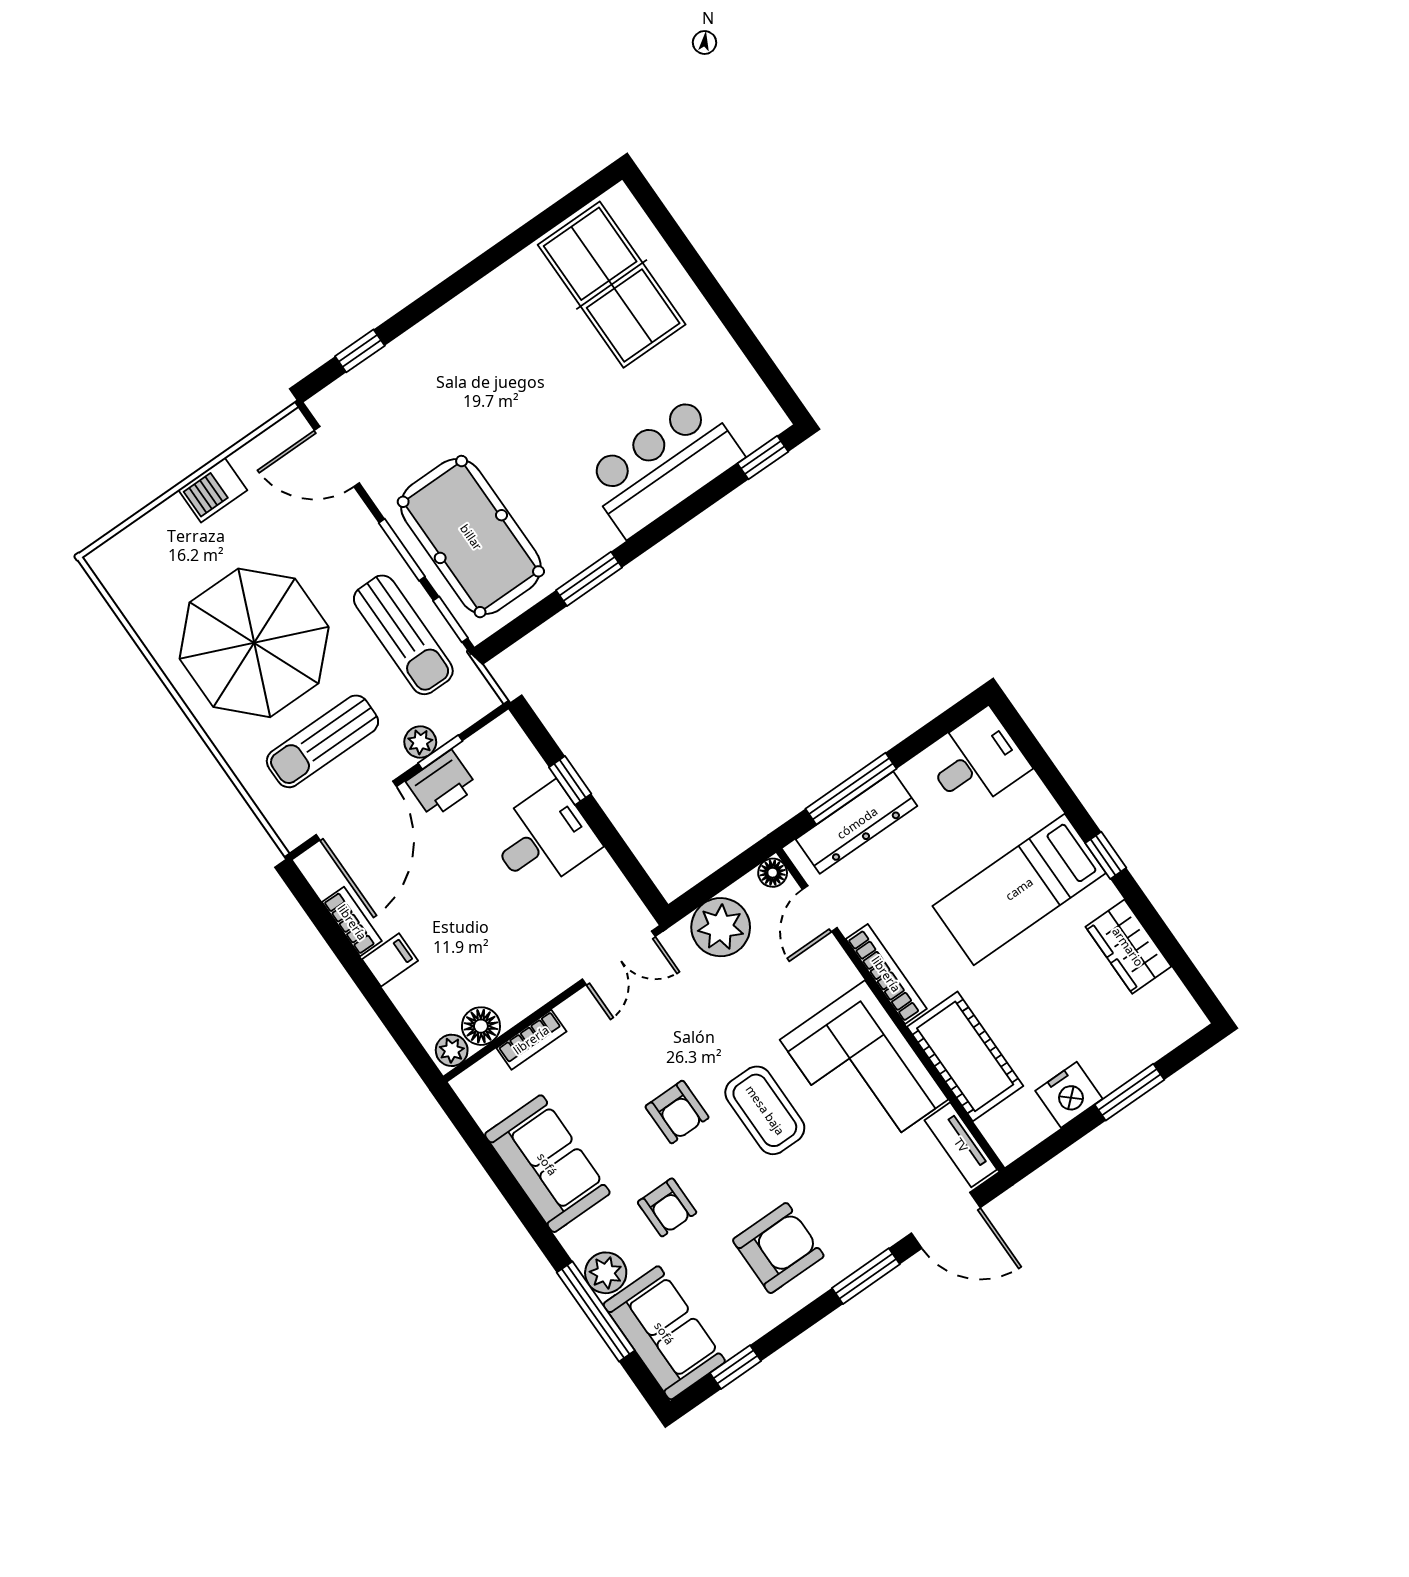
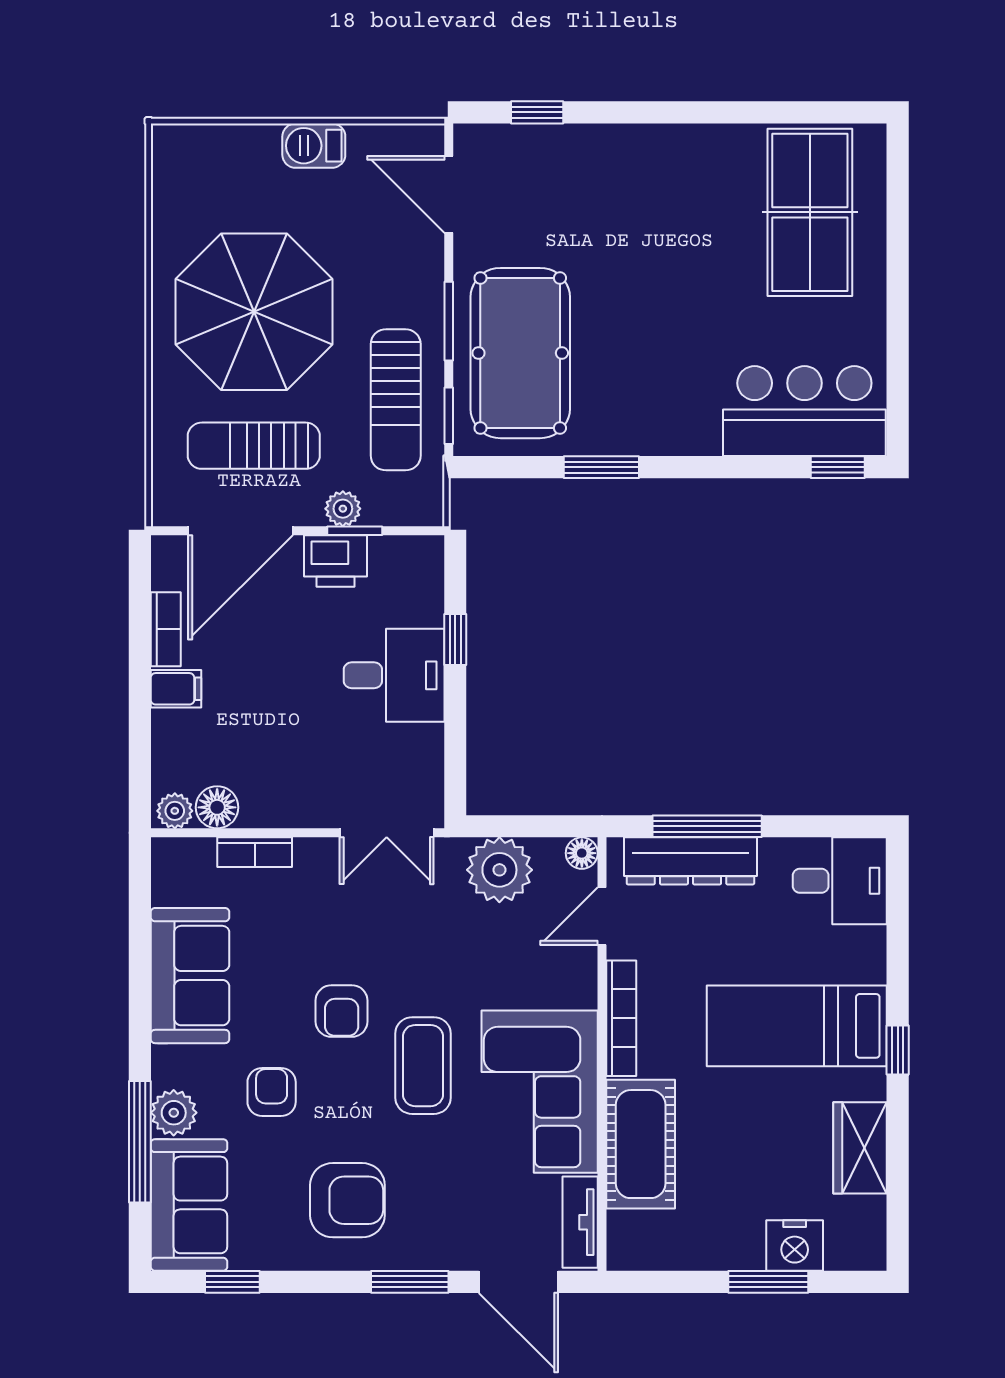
bar counter: (663, 466) -> (804, 411), moved
nightstand: (1069, 1095) -> (795, 1246), moved
armchair: (667, 1207) -> (272, 1092), turned 180

